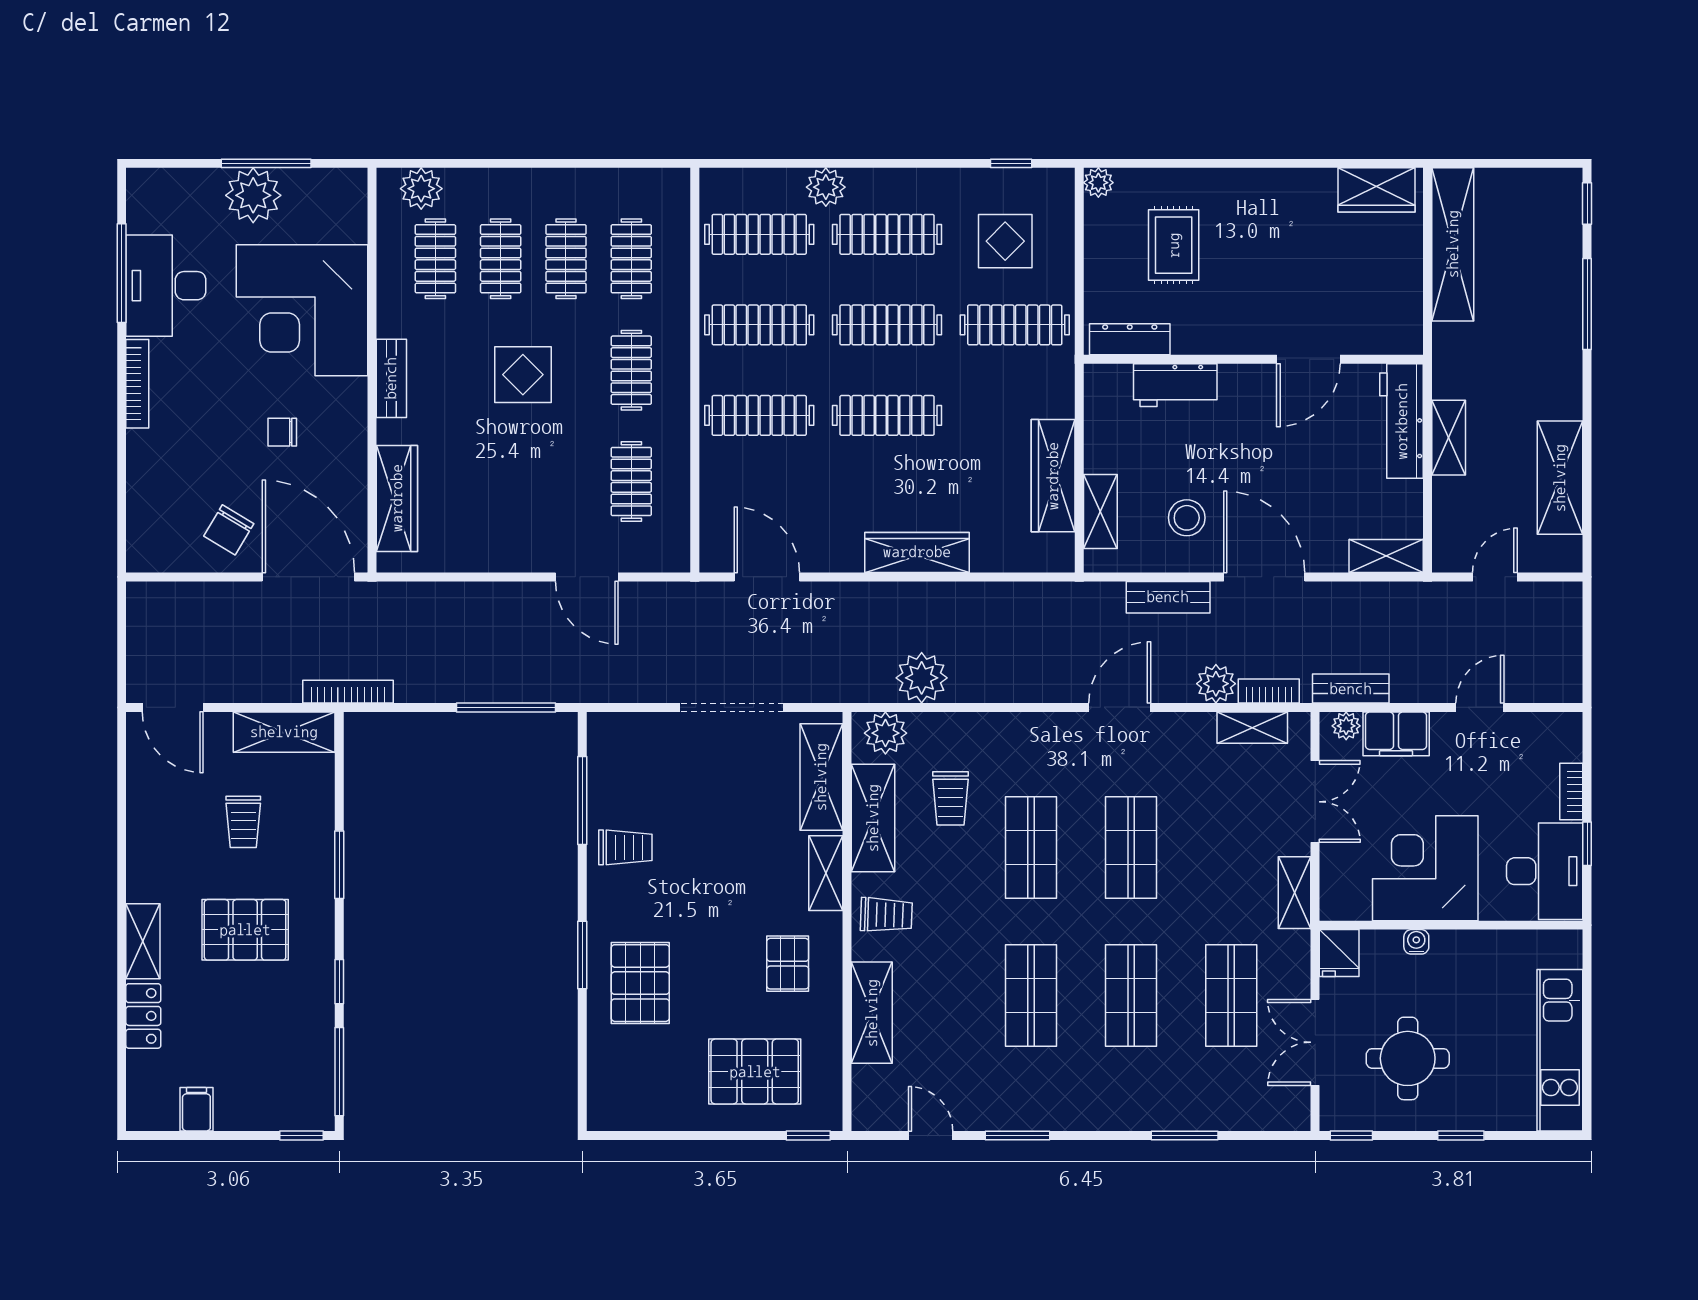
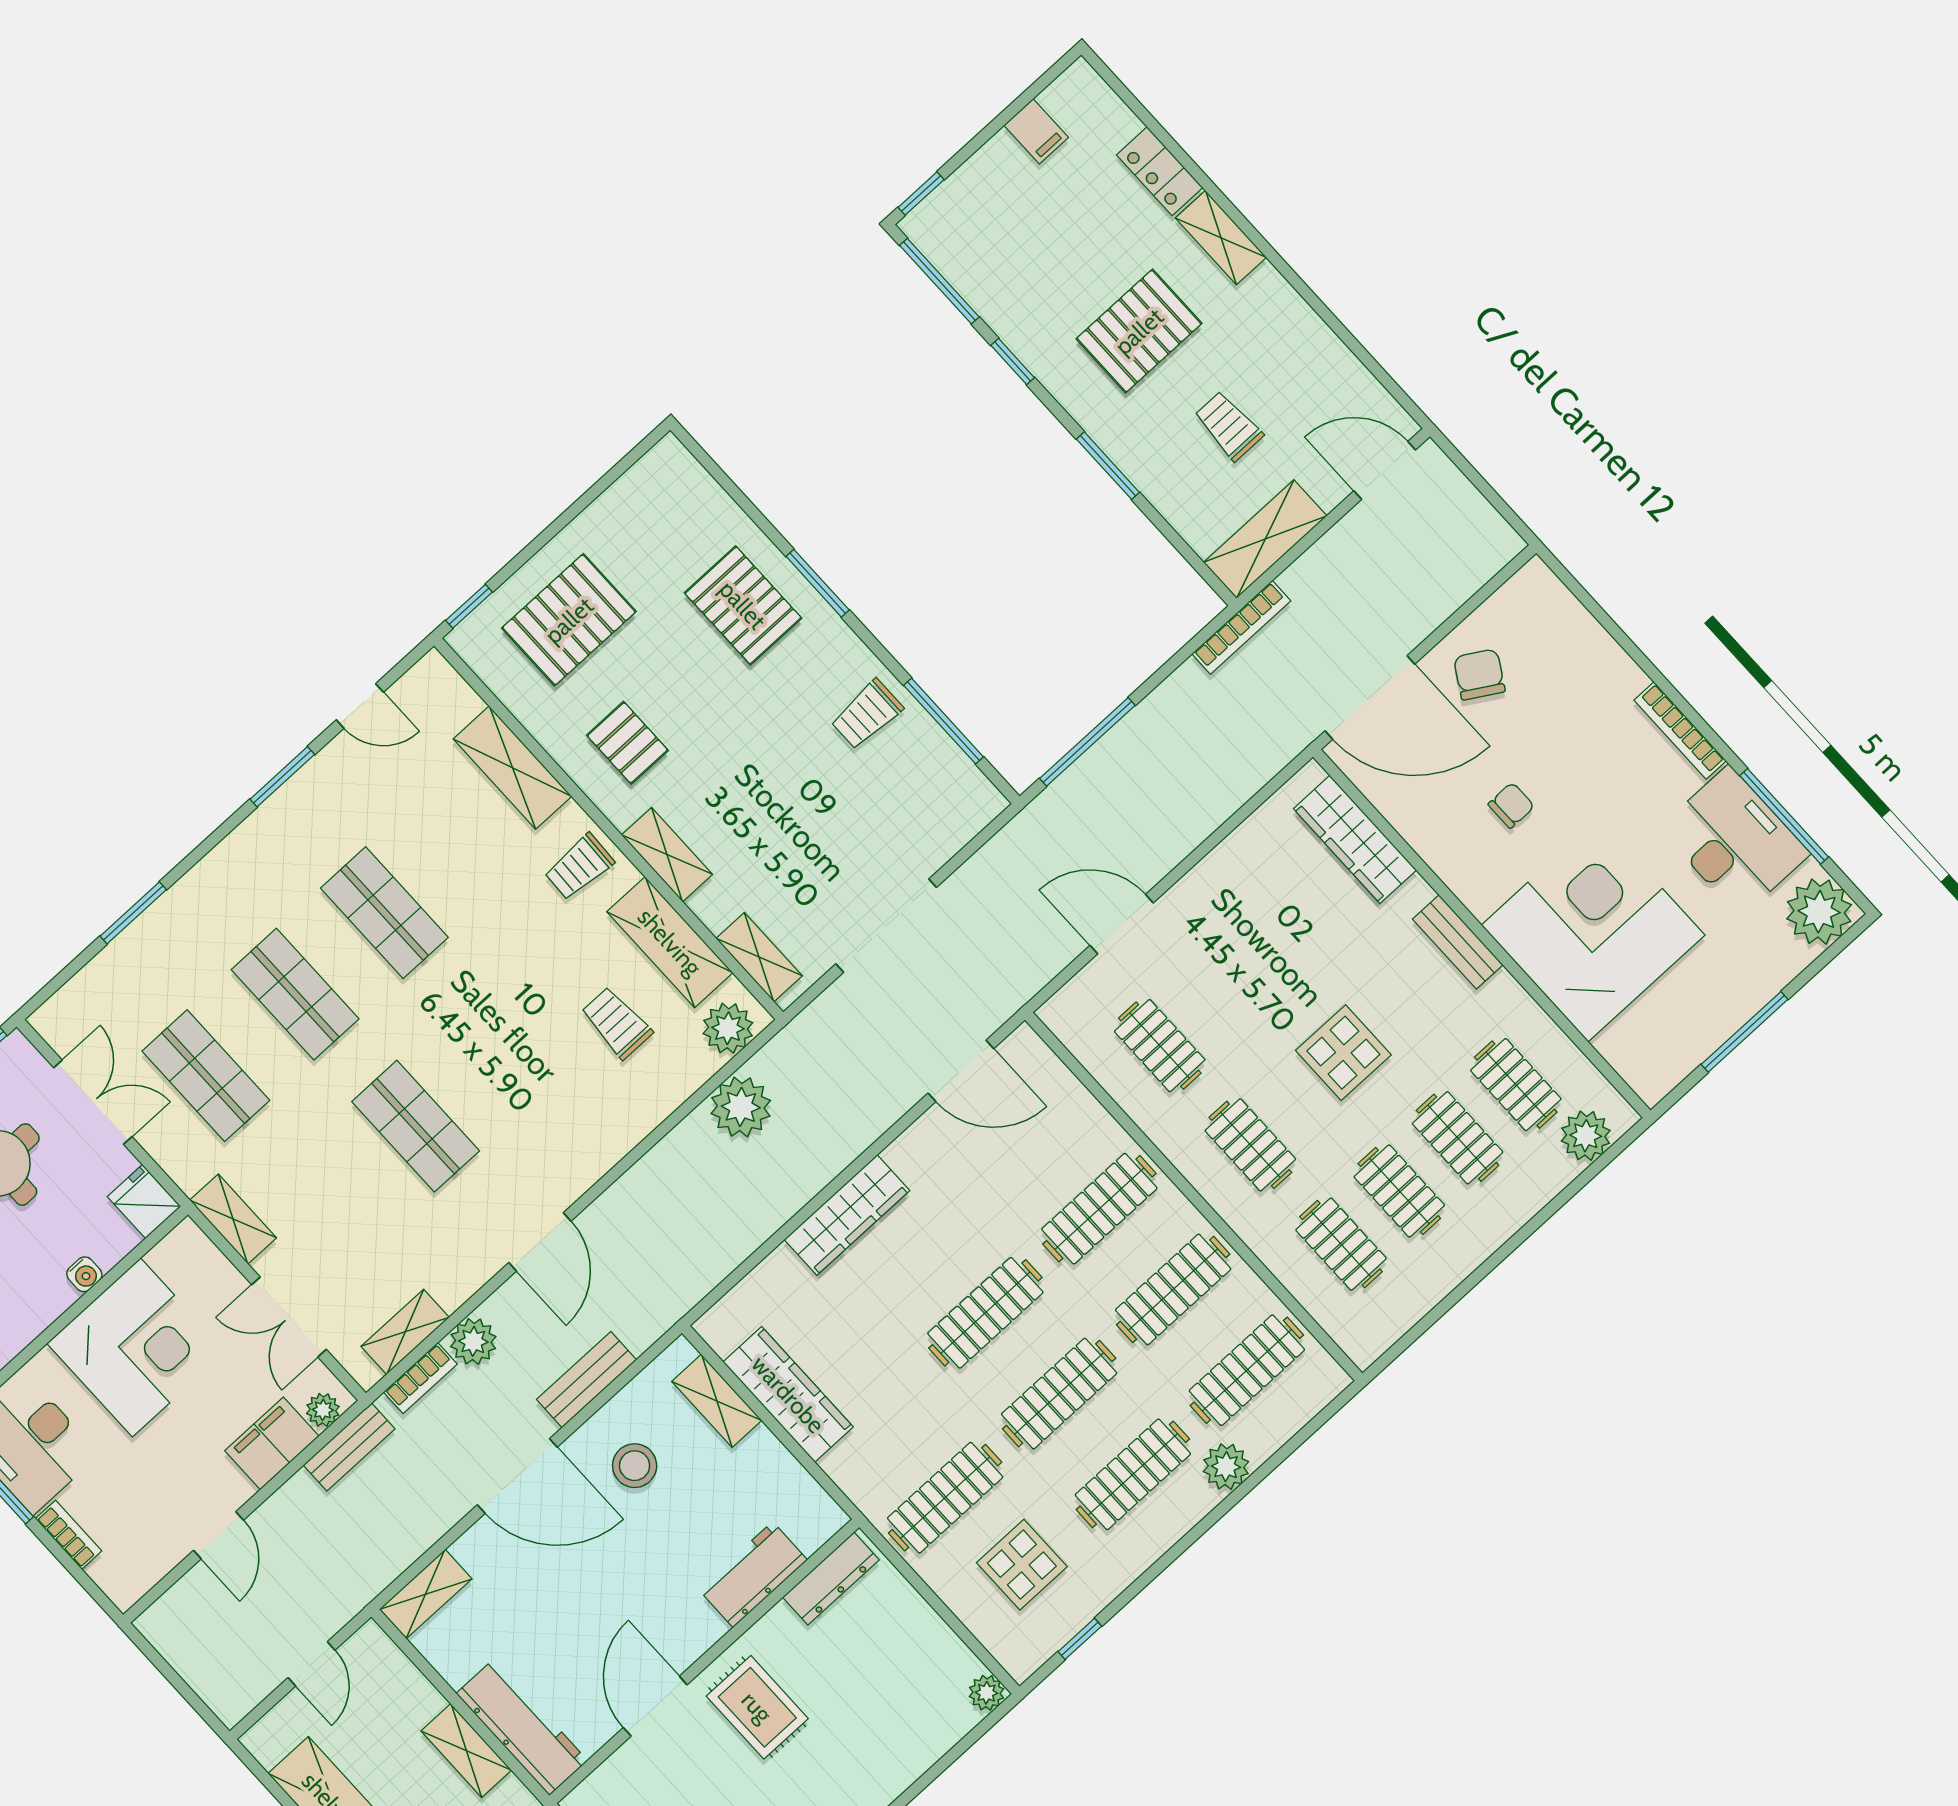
plant: (253, 195) -> (1819, 912), moved
rug: (1174, 245) -> (757, 1707), moved
shelving: (821, 777) -> (759, 957), width x0.67, depth x0.75
shop shelf: (1031, 848) -> (505, 1045), removed

